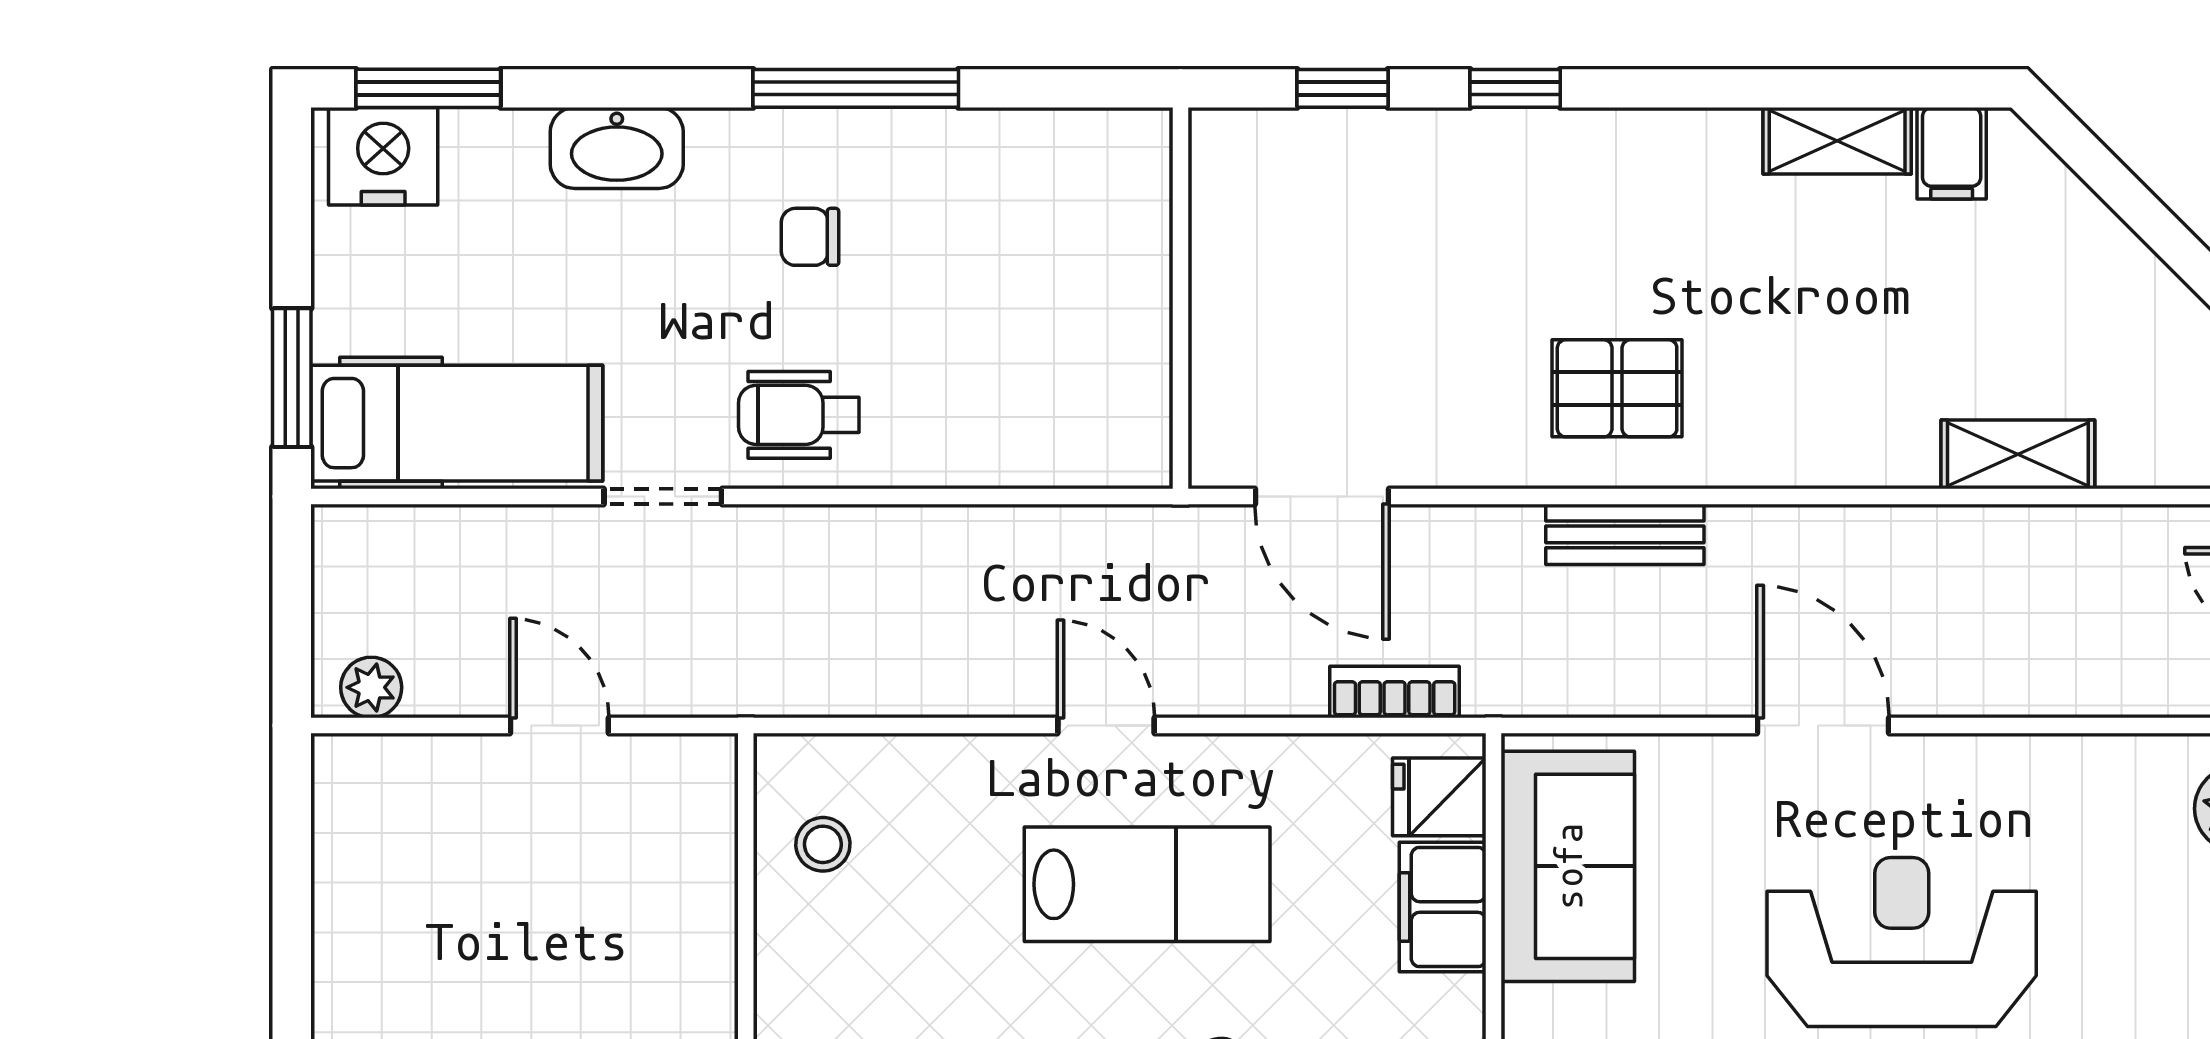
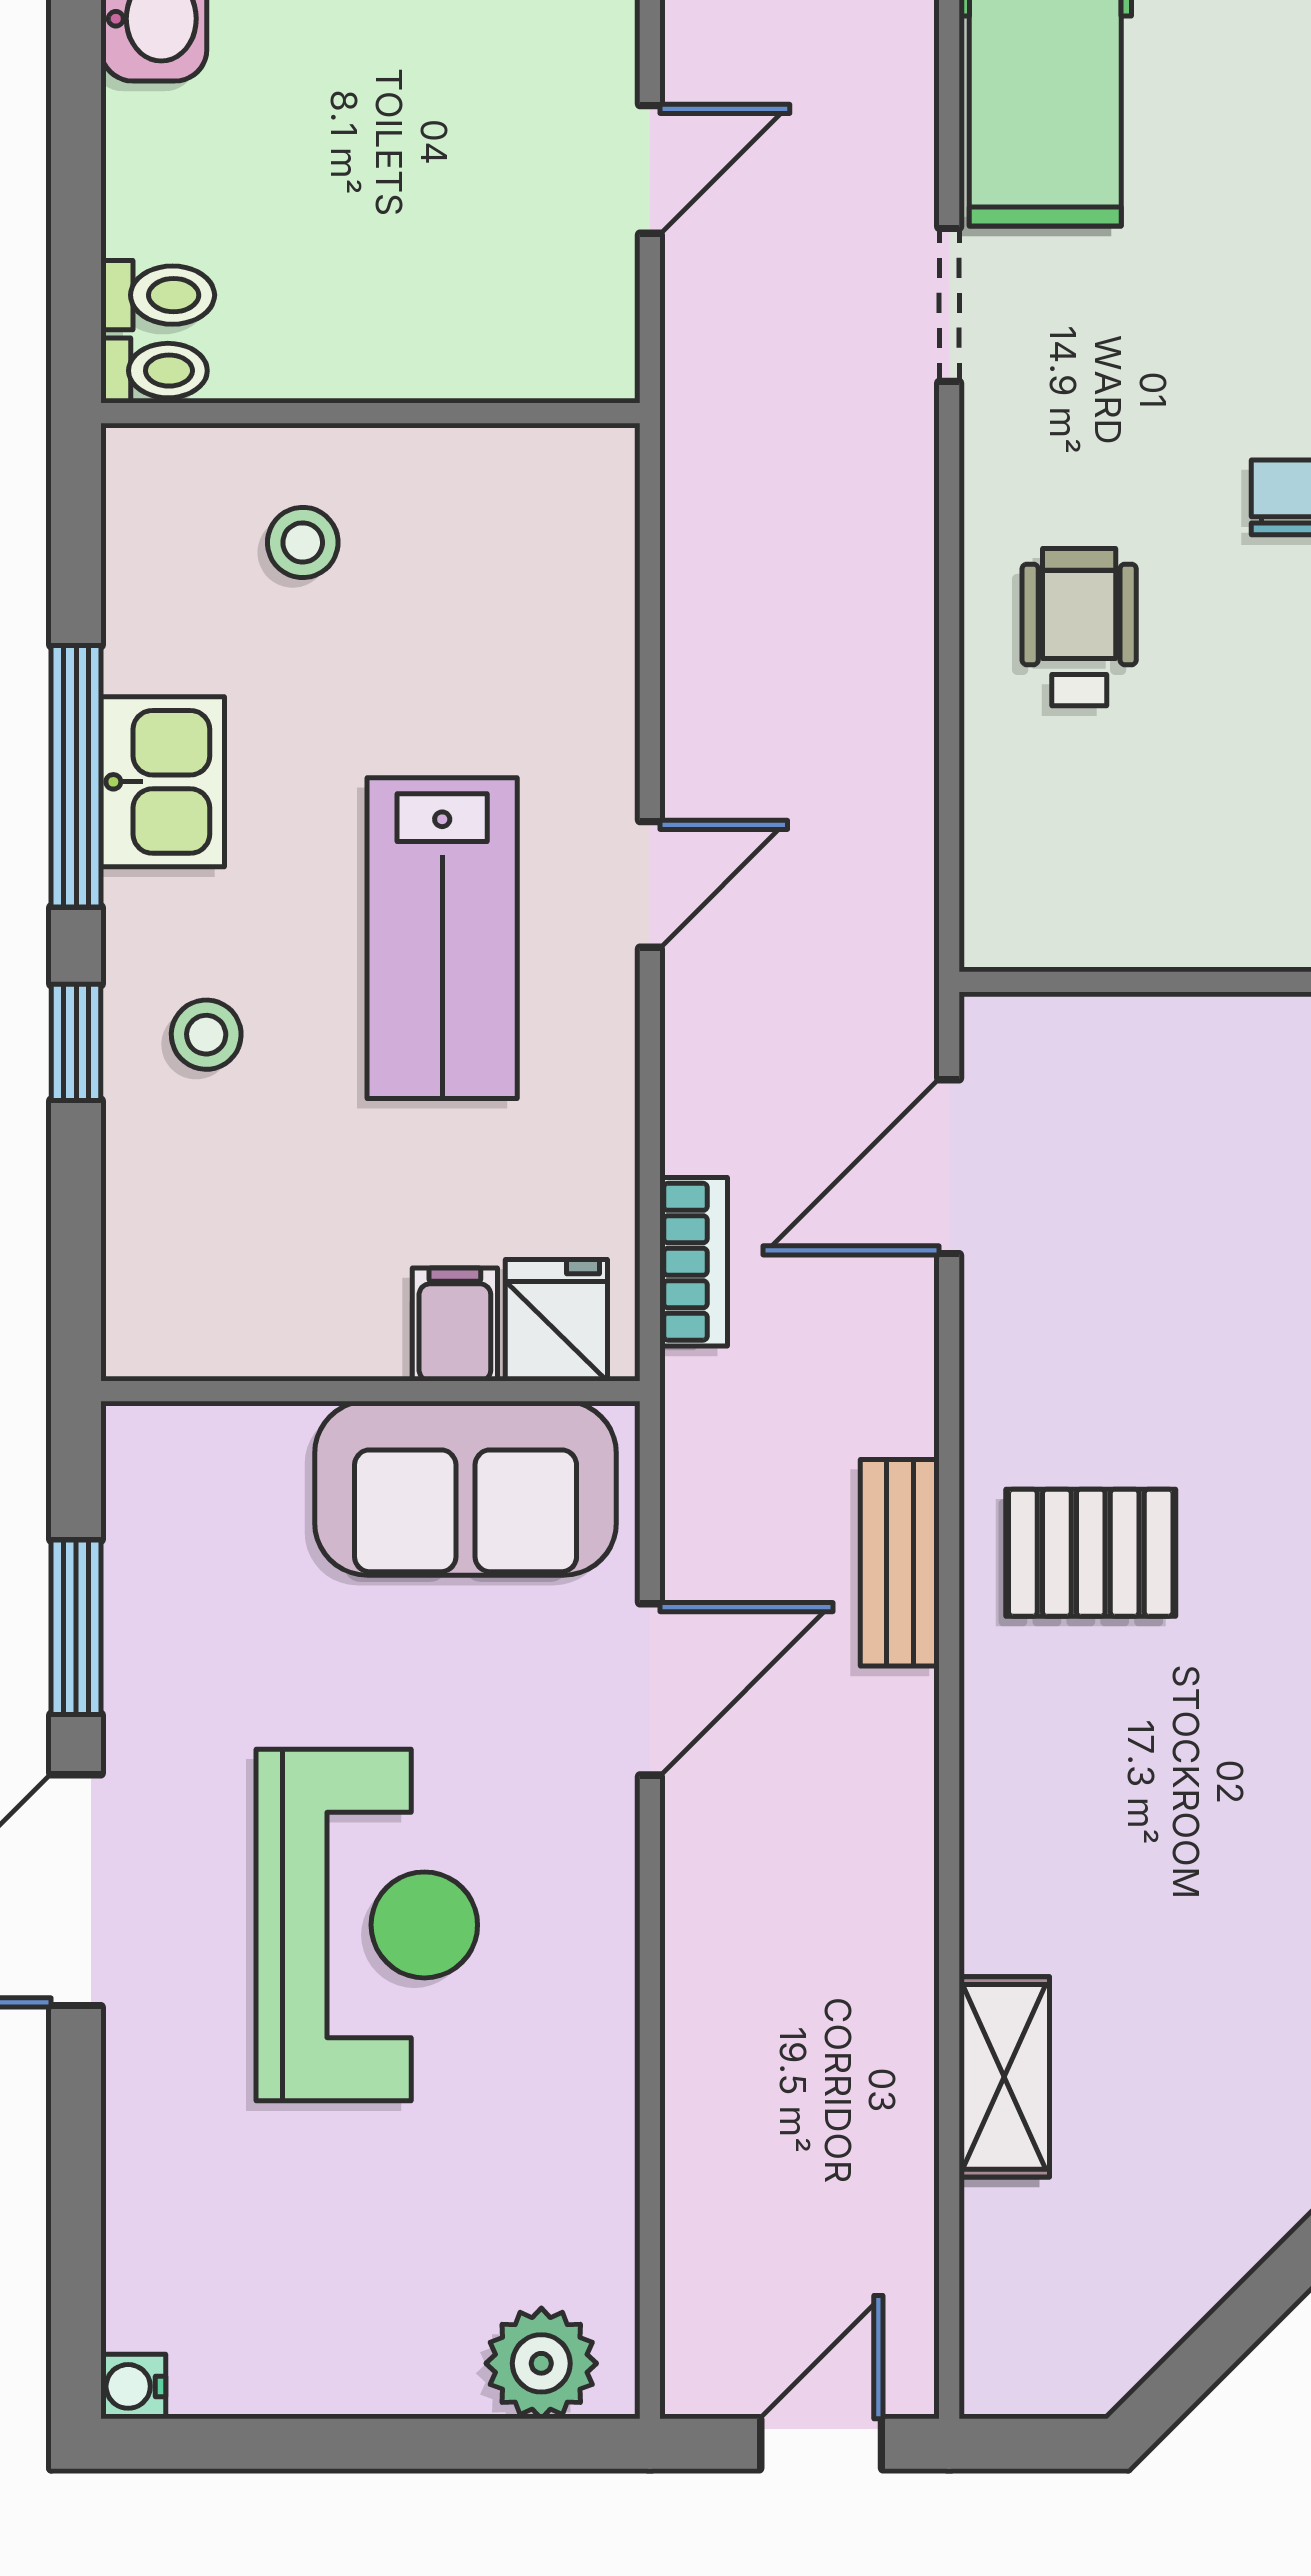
pallet: (1617, 388) -> (1091, 1553), turned 90
wheelchair: (799, 415) -> (1079, 627), moved
door: (1823, 726) -> (650, 1689), moved
stool: (823, 844) -> (303, 542), moved
filing cabinet: (1443, 907) -> (455, 1324), width x0.50

